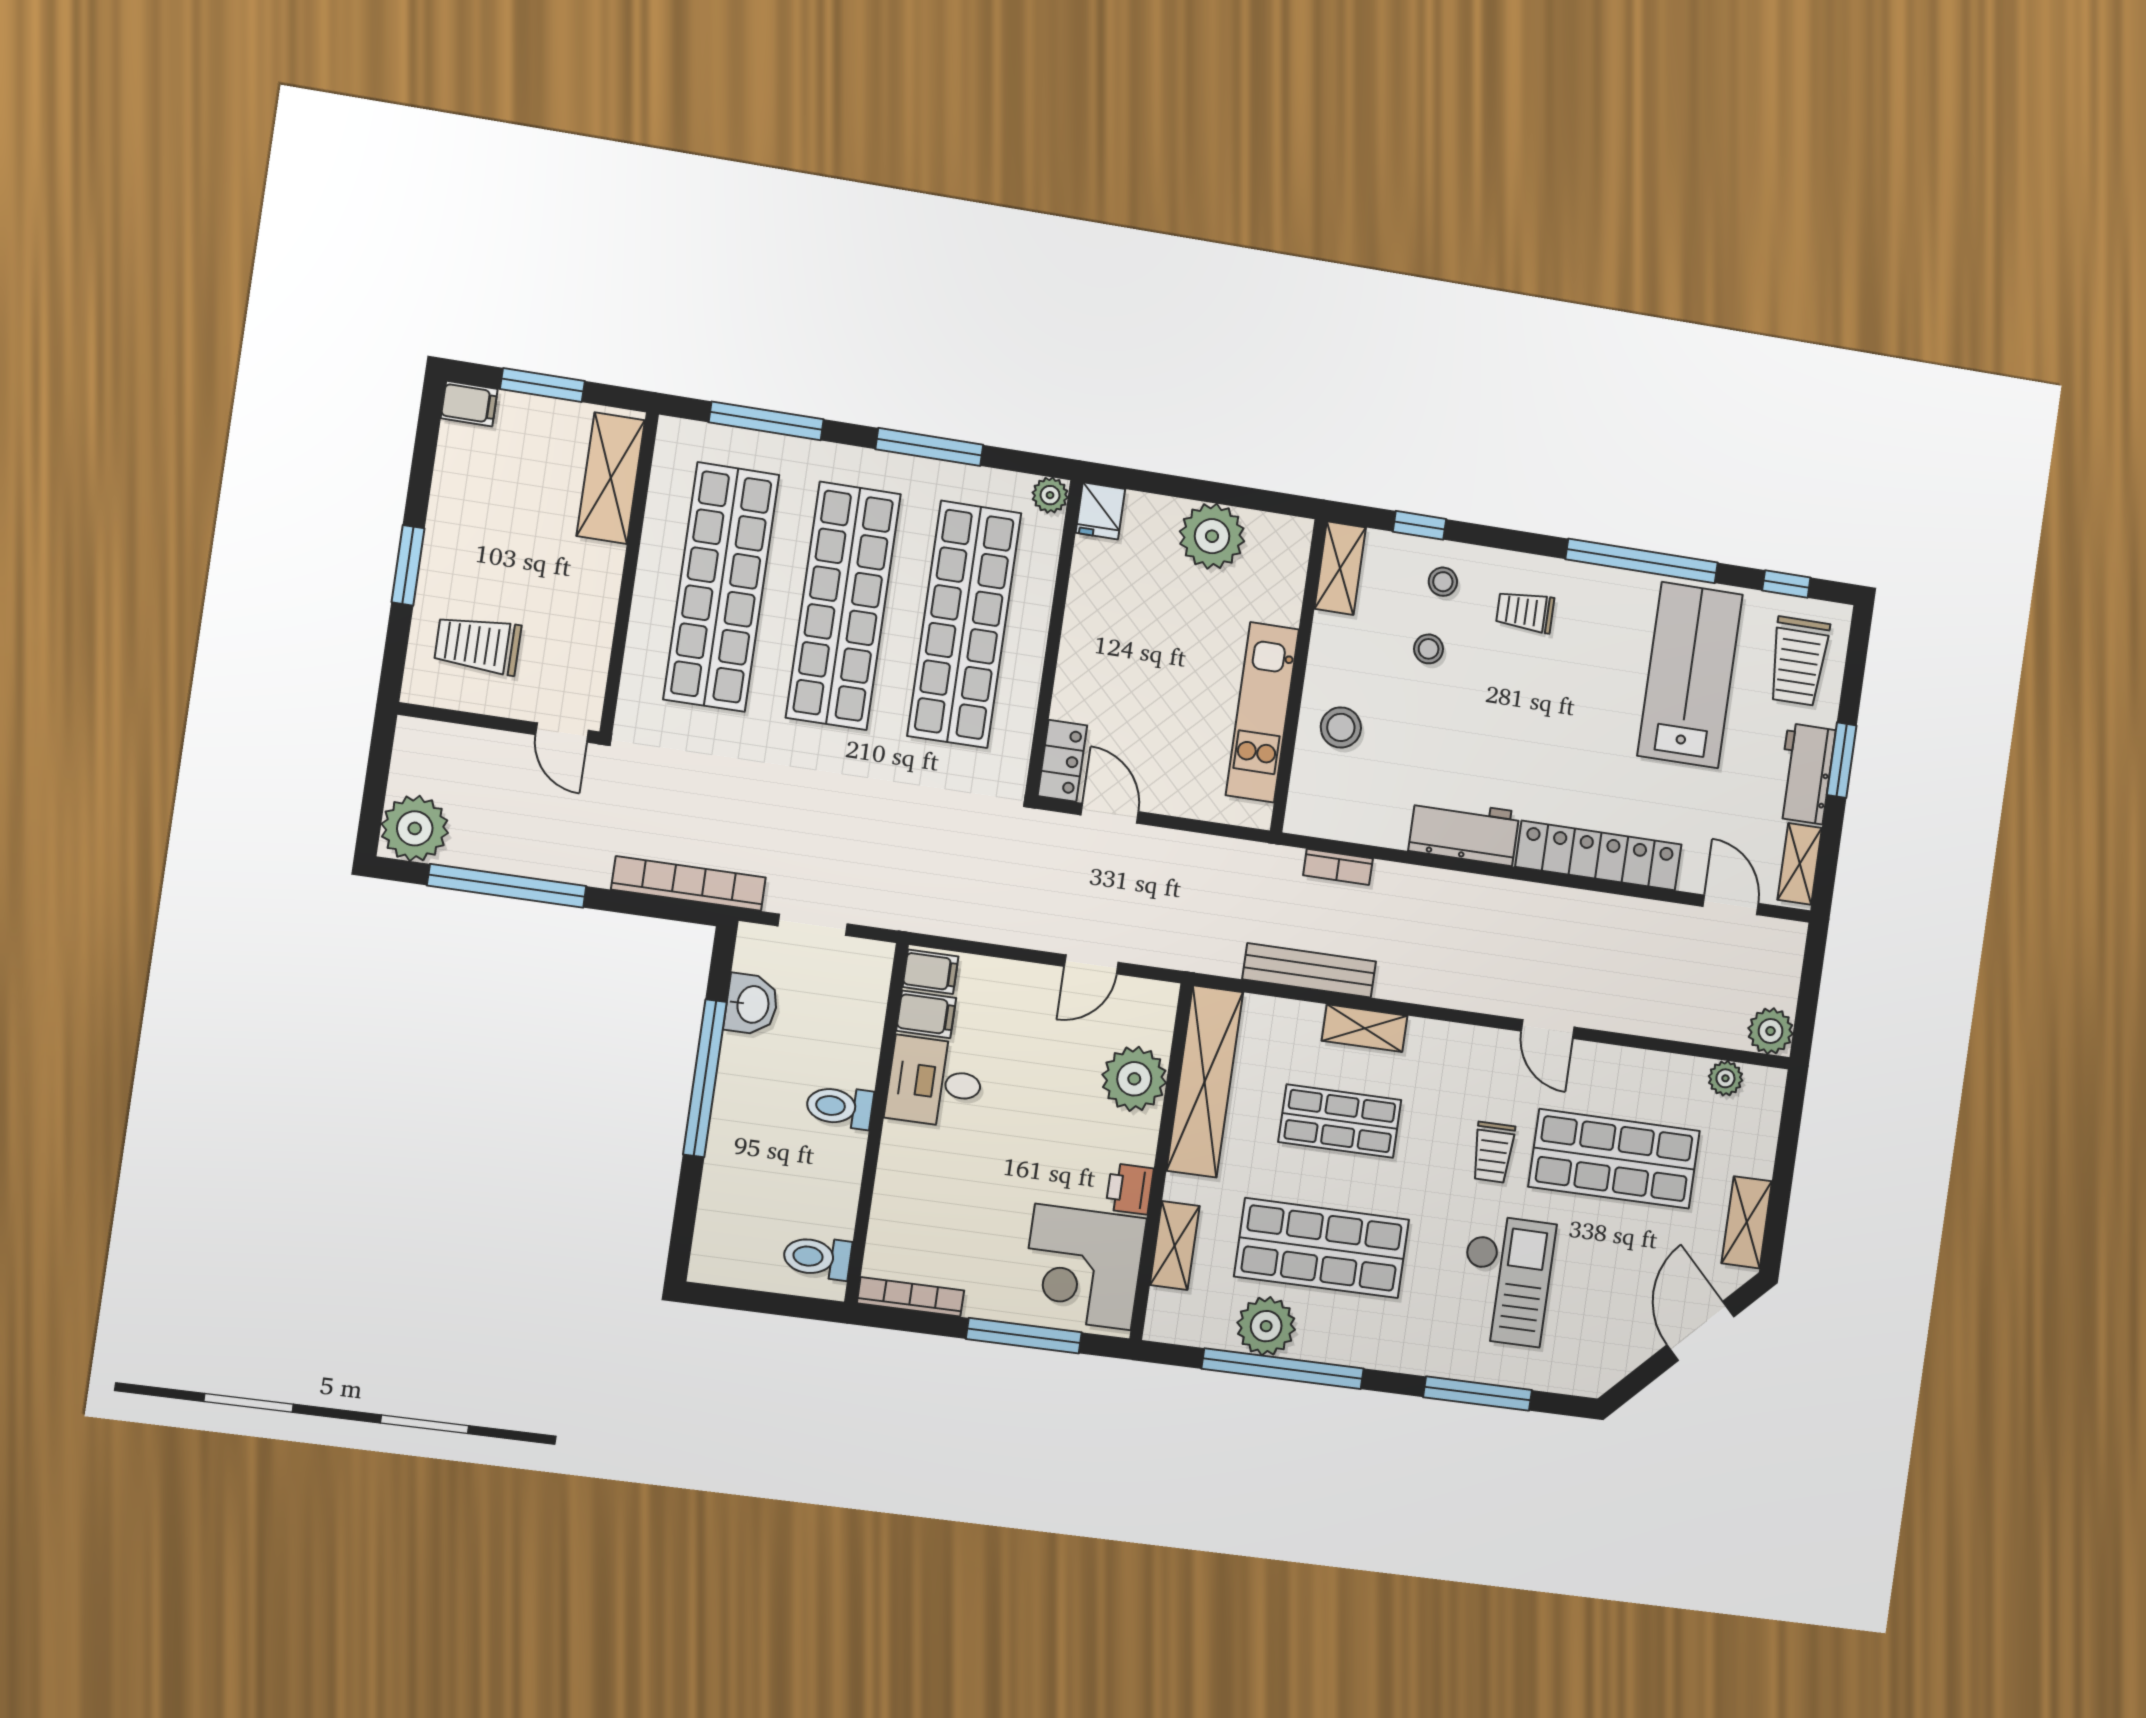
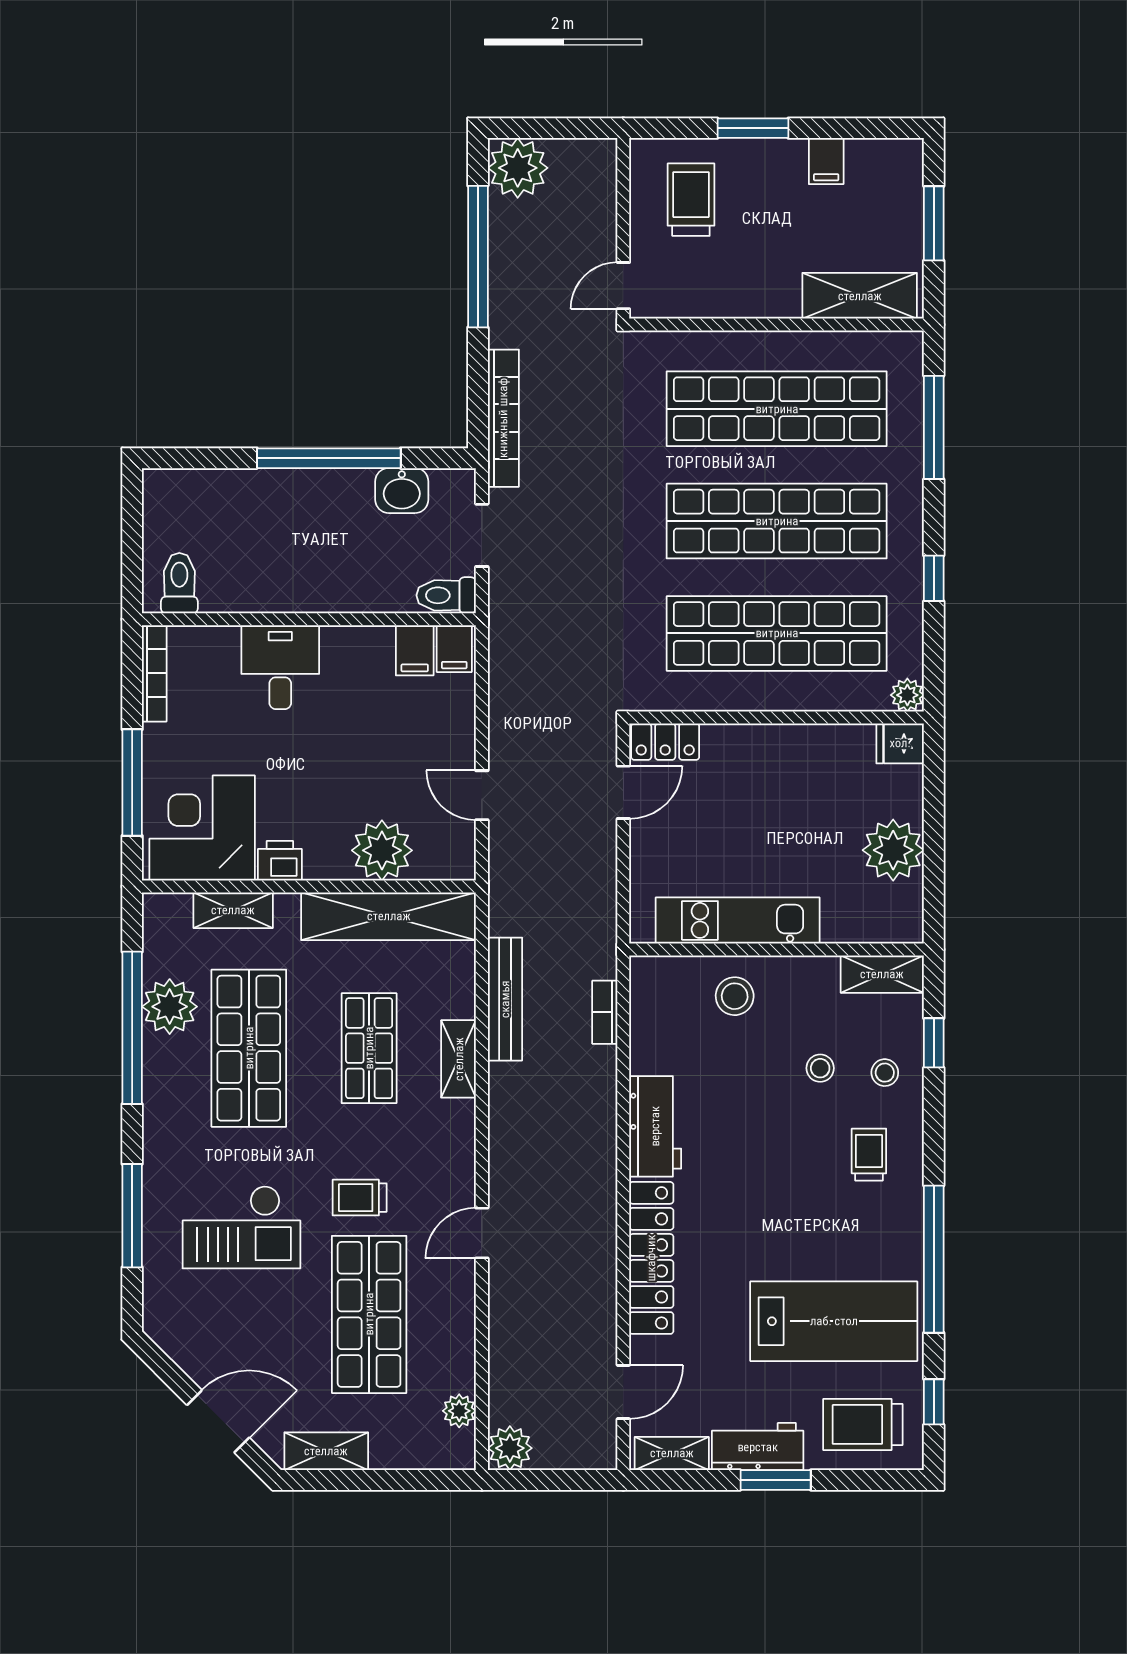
filing cabinet: (469, 404) -> (826, 161), moved
window: (929, 447) -> (934, 578), width x0.46
desk: (935, 1082) -> (280, 667), moved
toilet: (840, 1107) -> (446, 595), moved, turned -90

